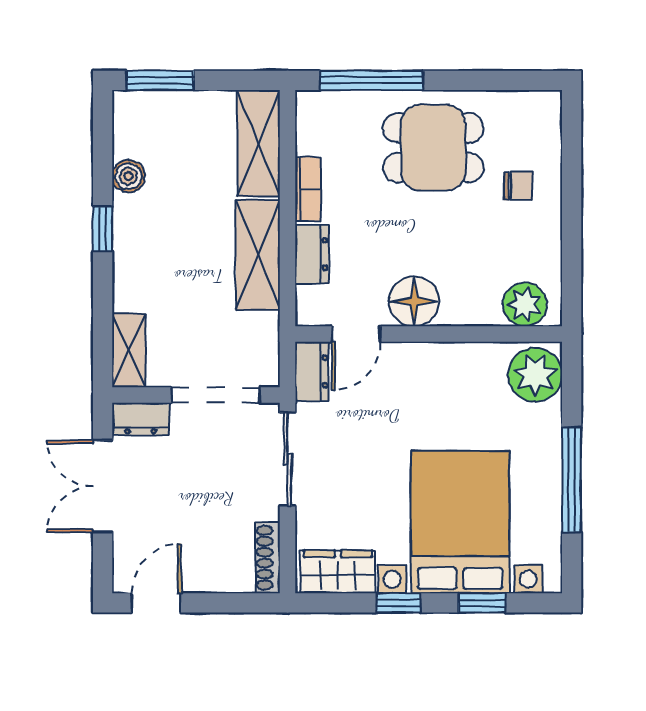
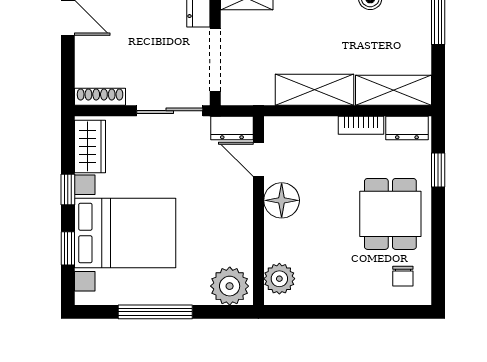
window: (371, 80) -> (438, 170), width x0.46
chair: (518, 186) -> (403, 276), moved
dresser: (312, 254) -> (407, 128), moved

